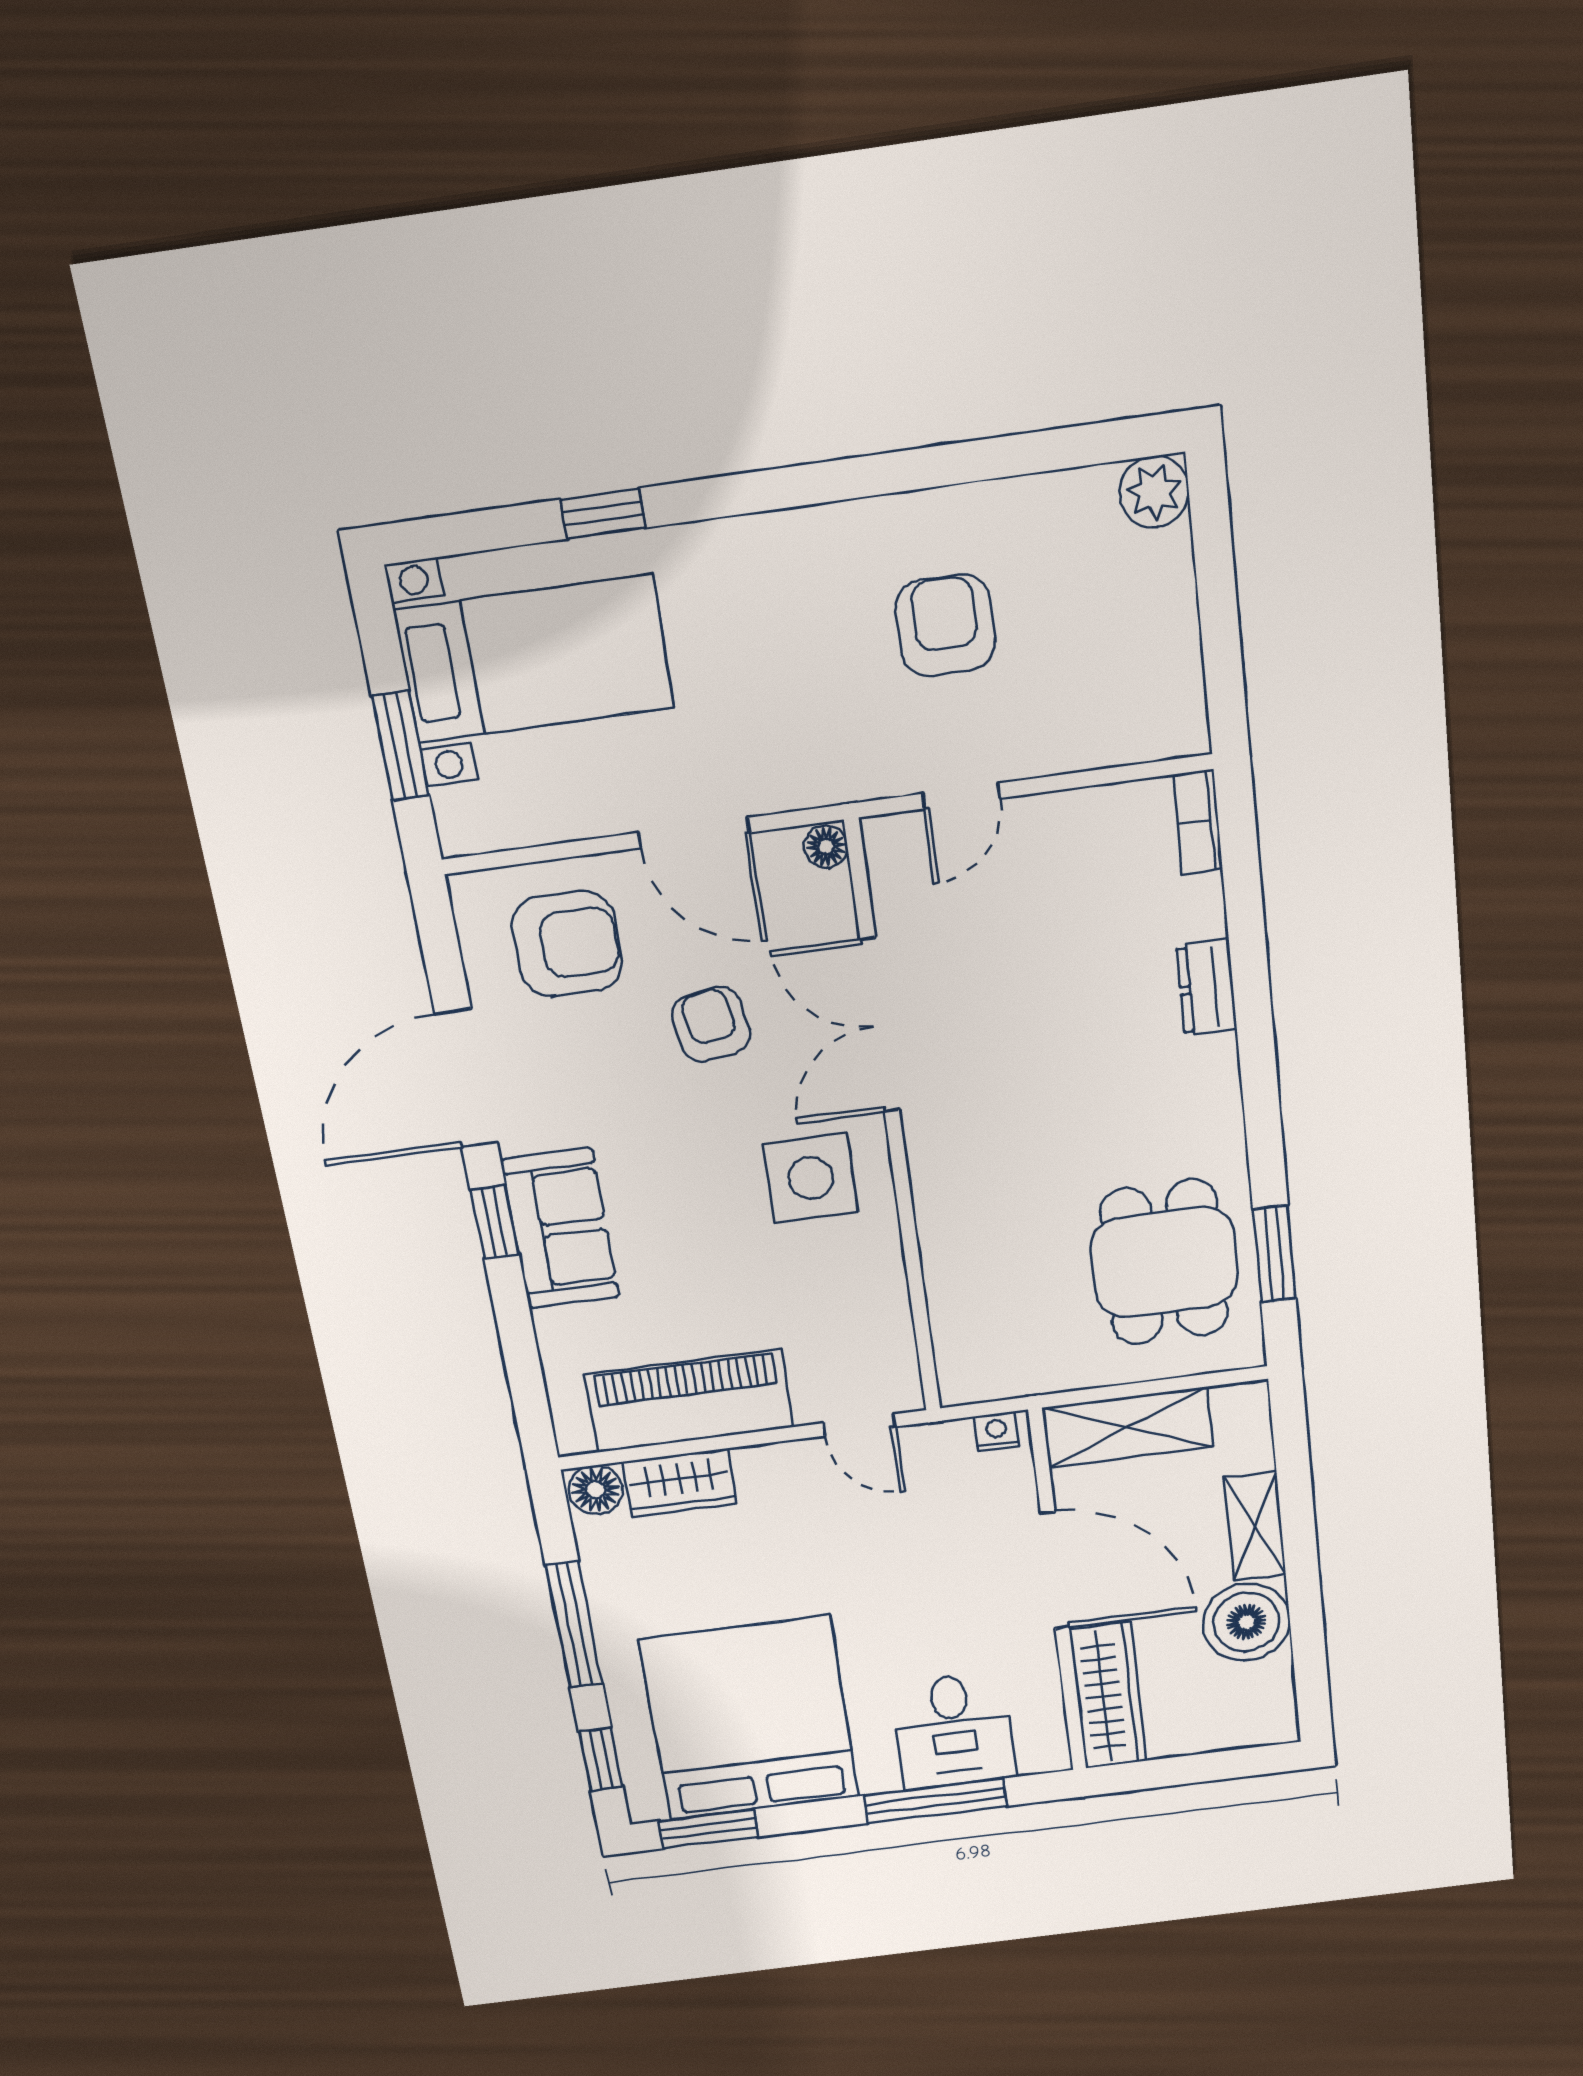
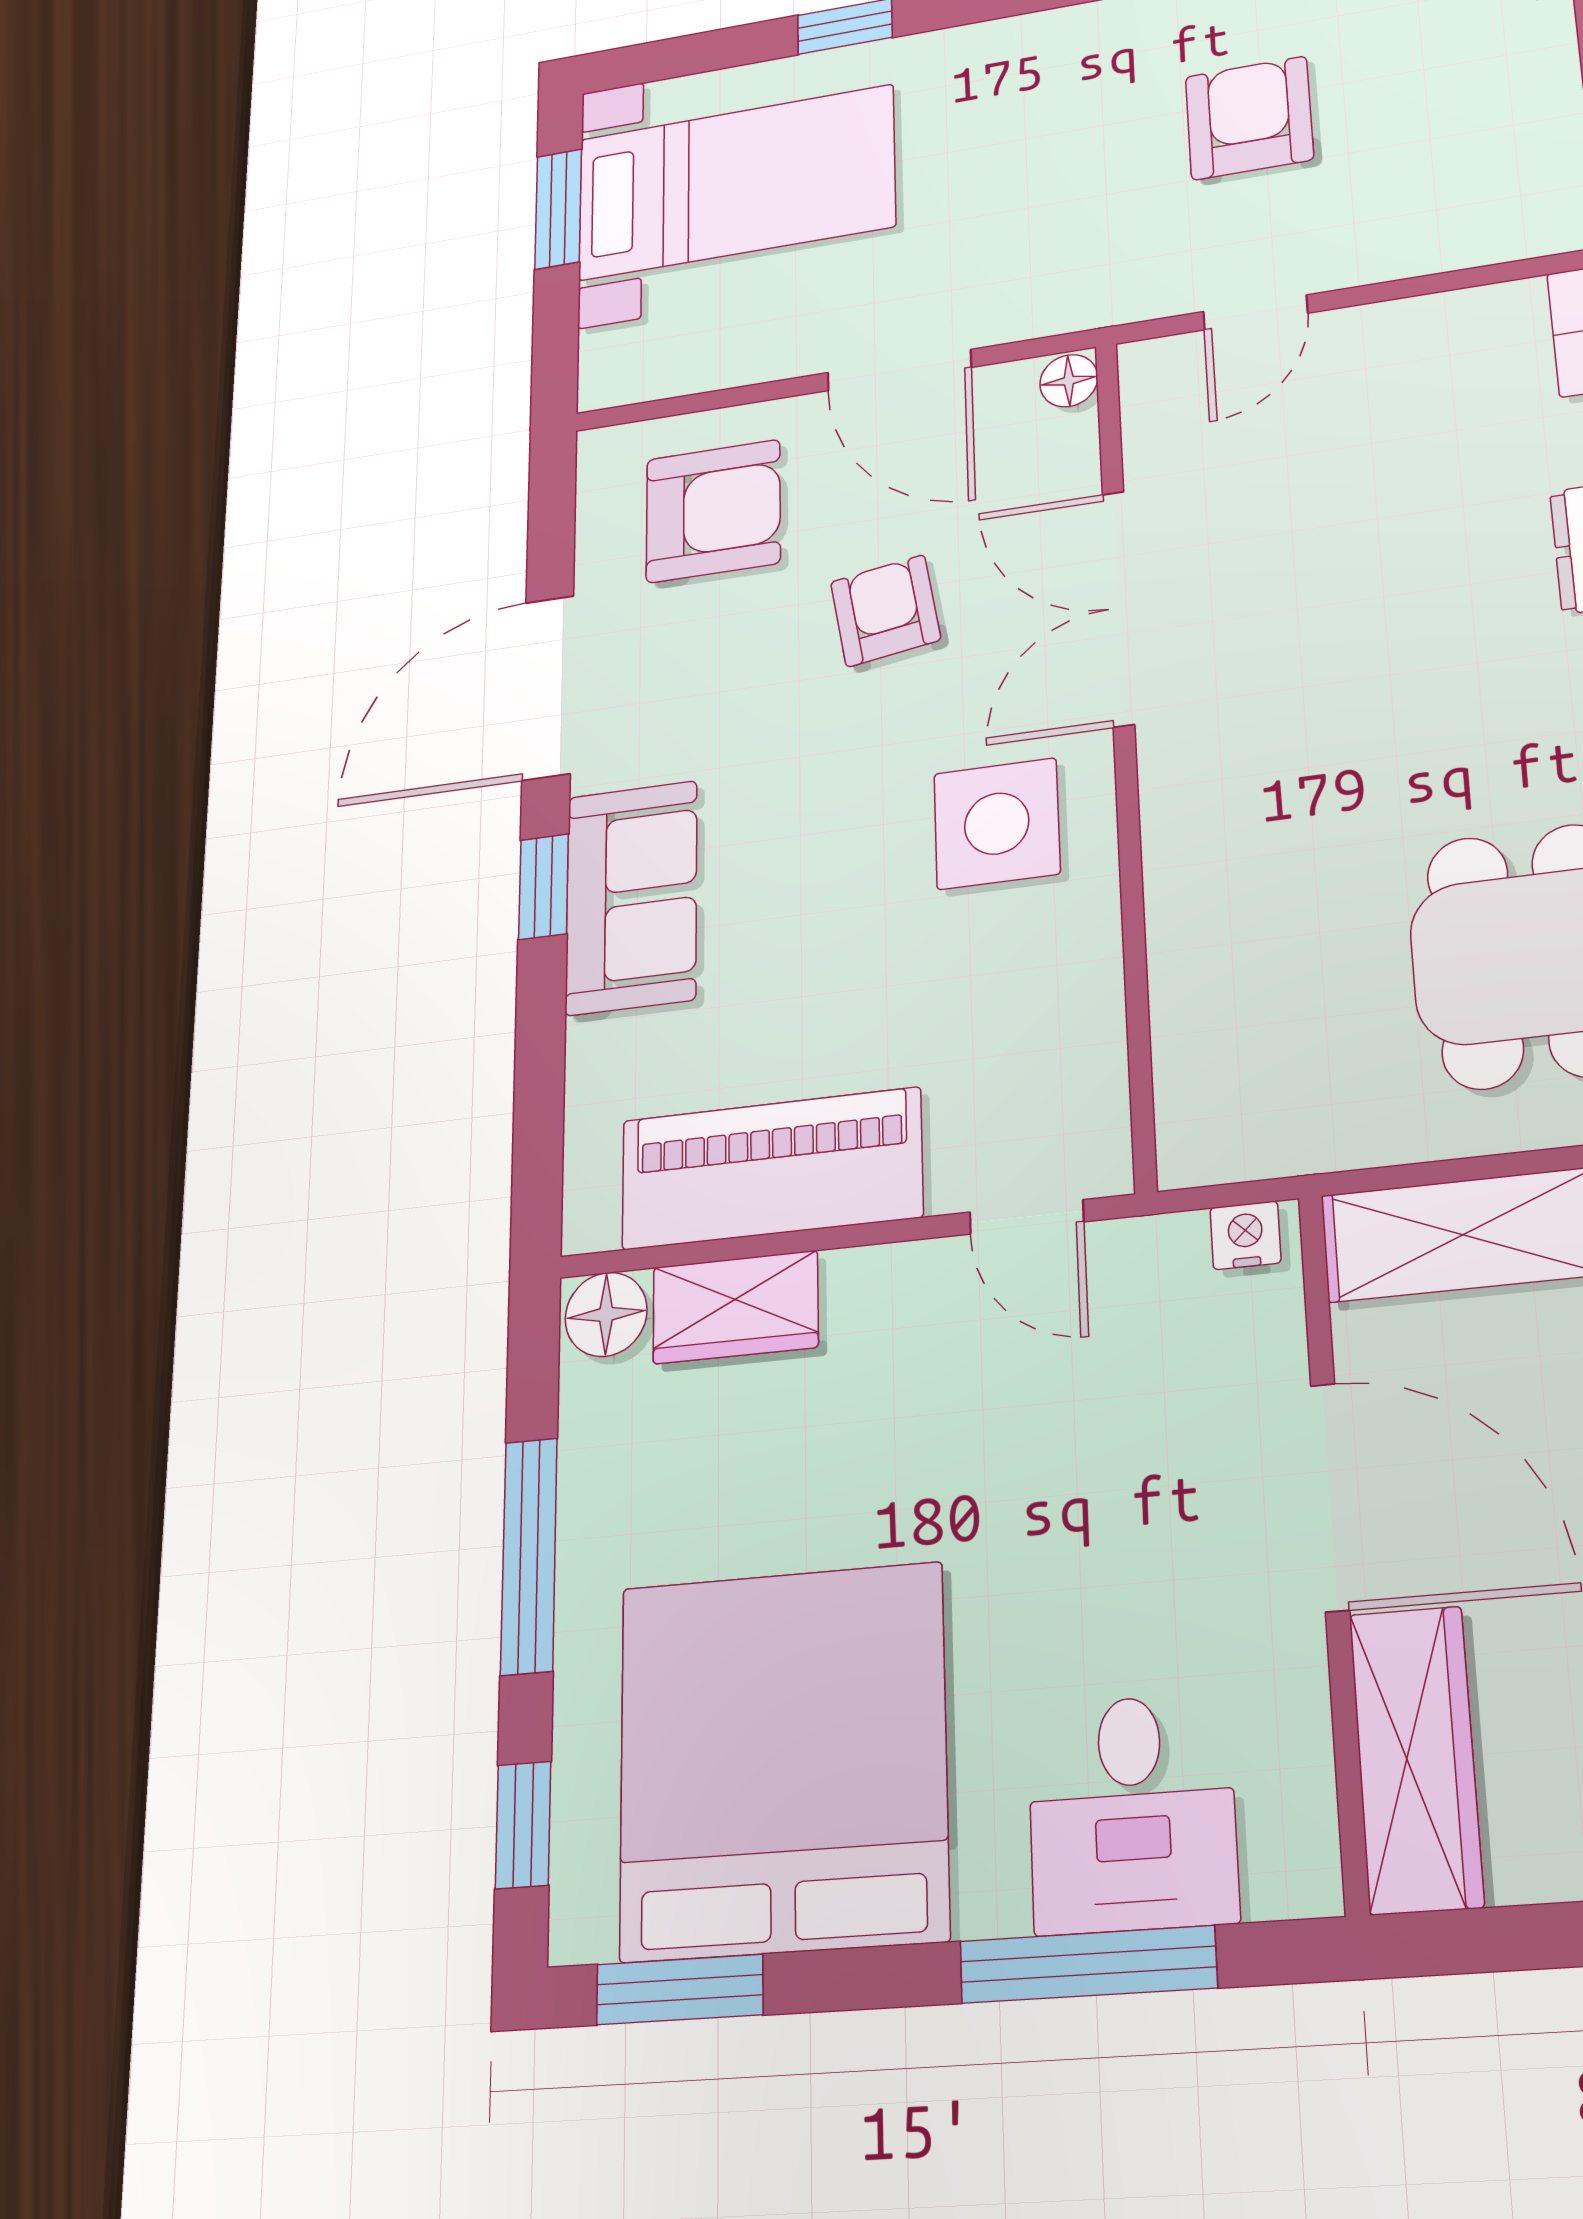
window: (401, 746) -> (558, 209), moved

